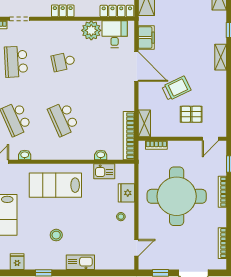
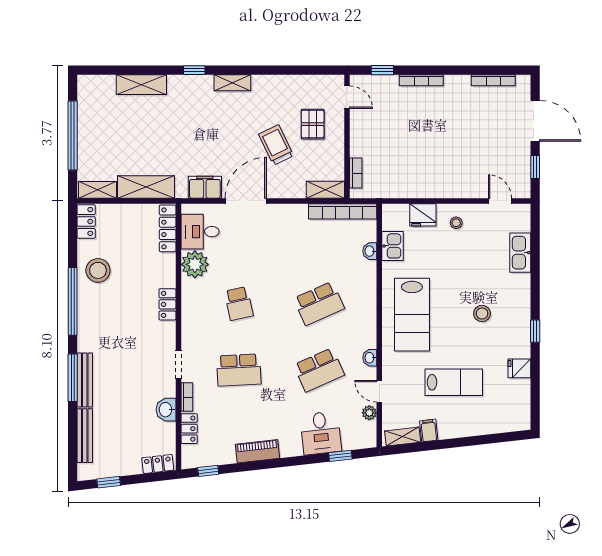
round table: (177, 196) -> (428, 145), removed
kitchen sink: (80, 262) -> (520, 253), moved

